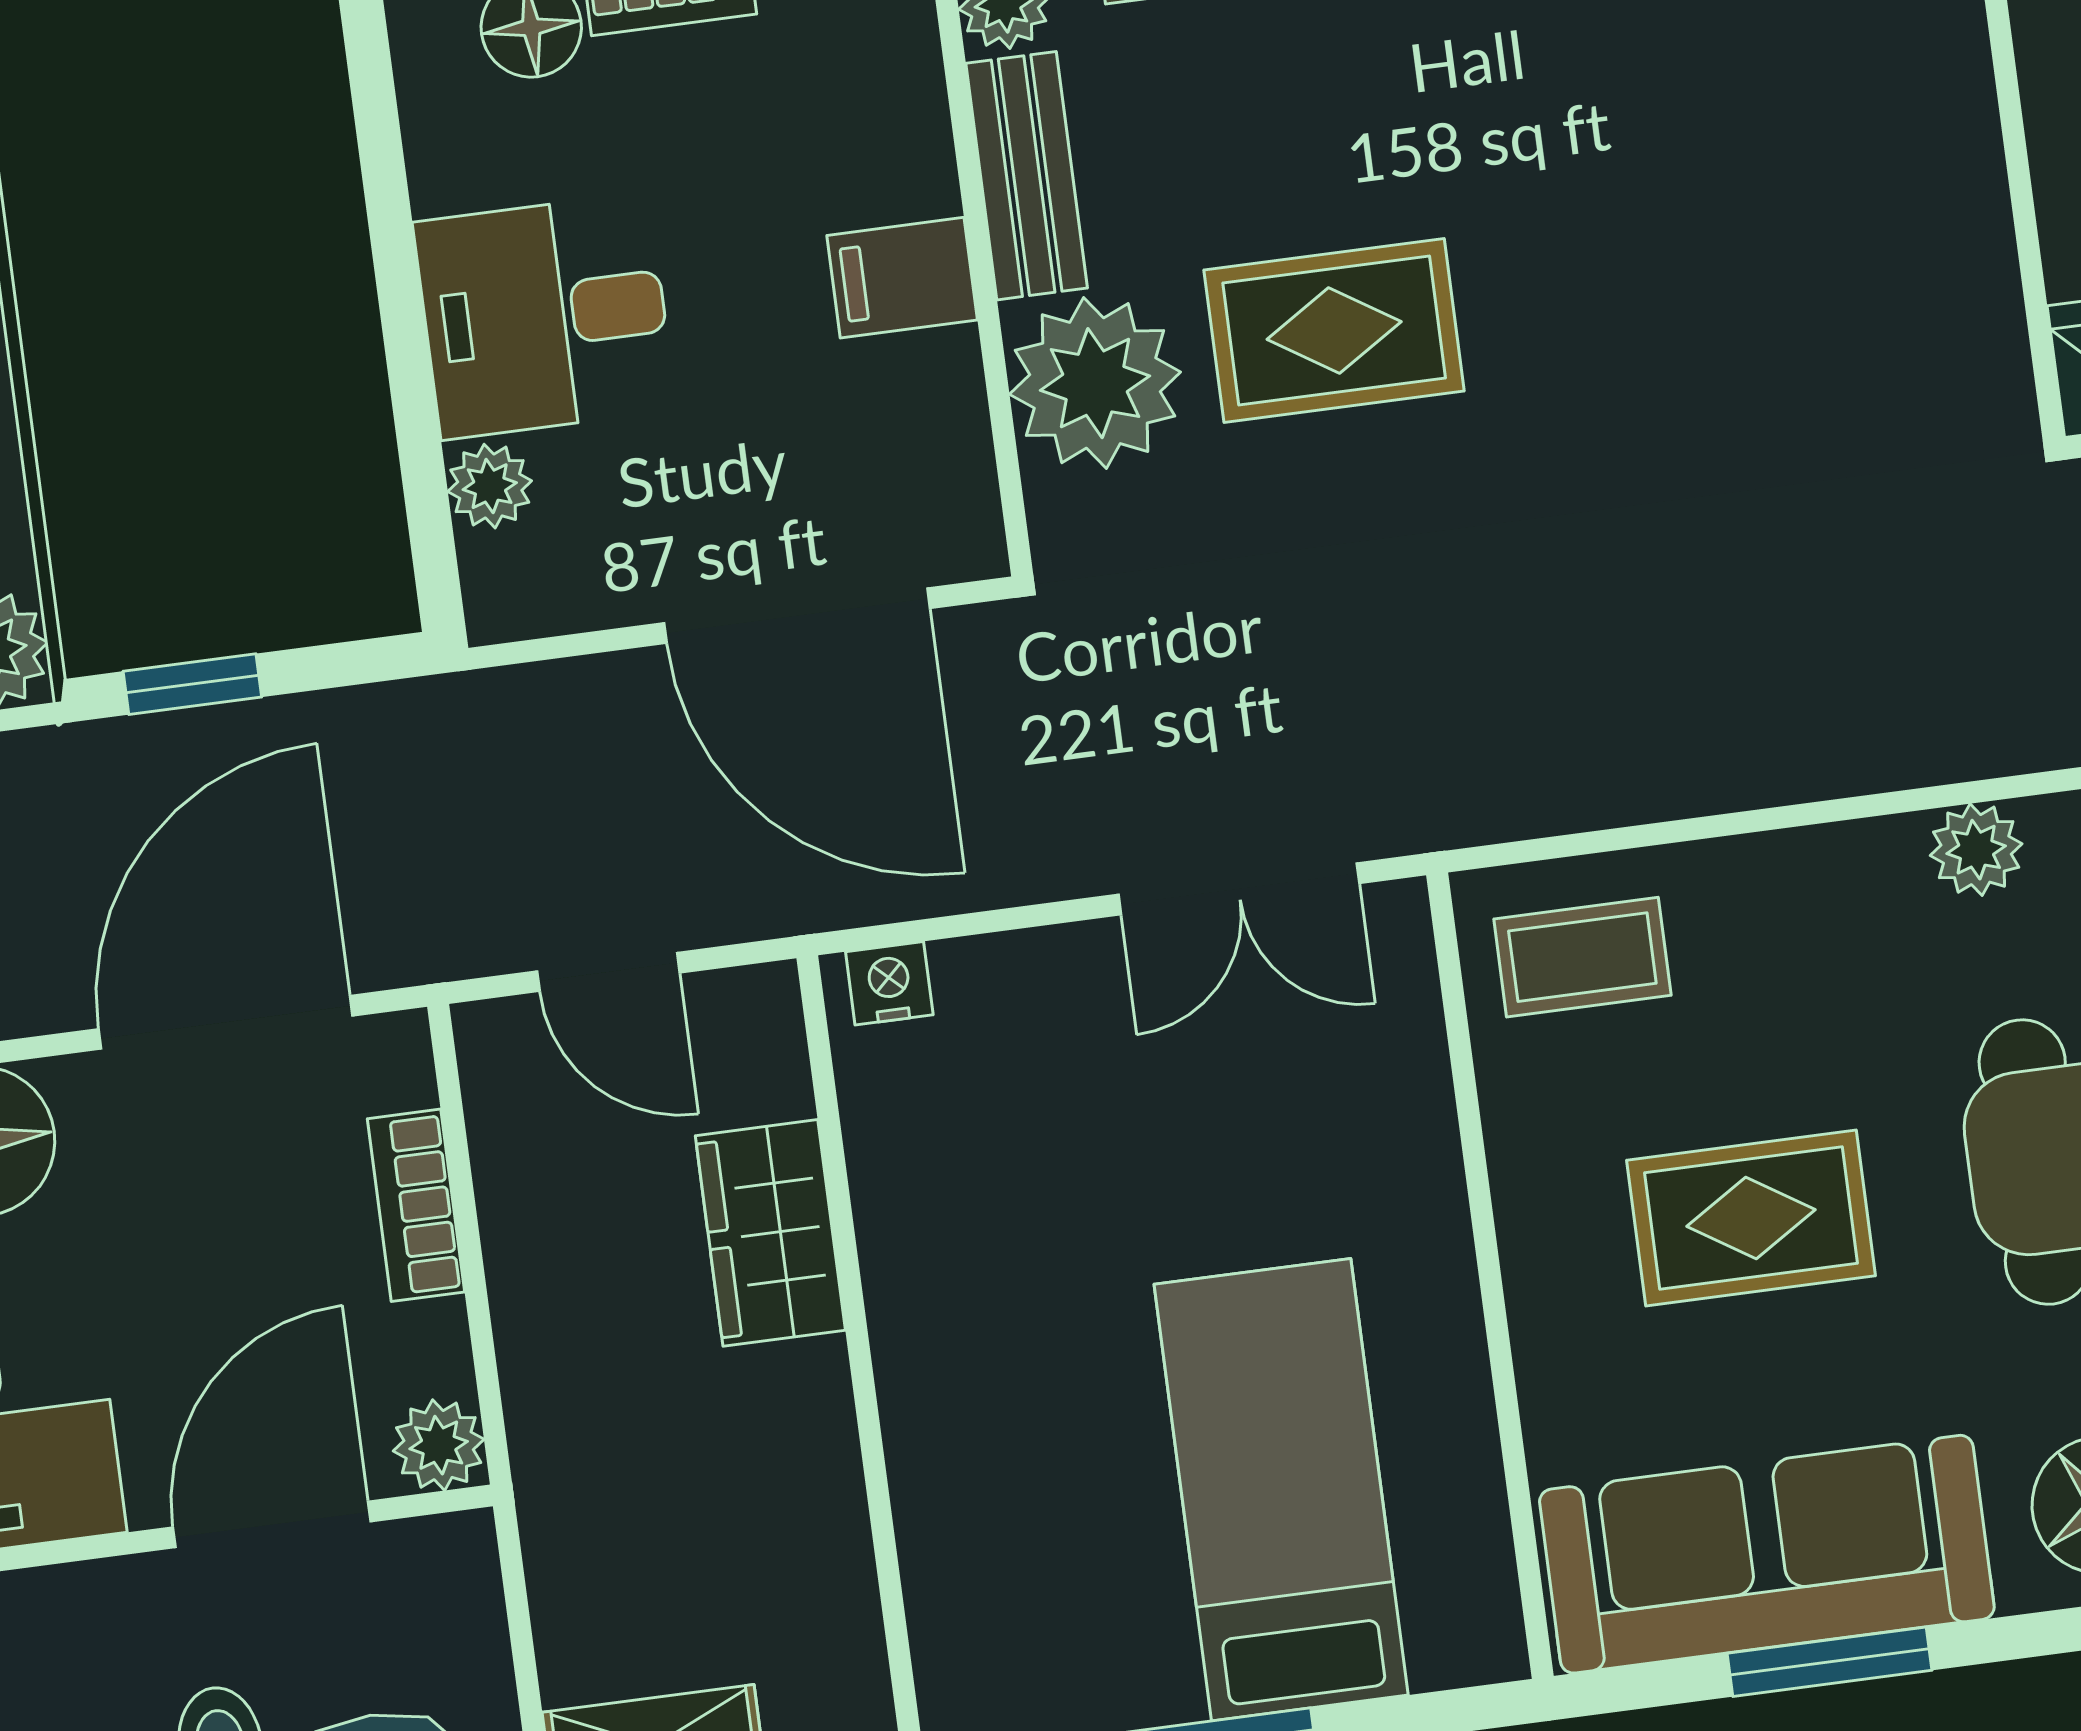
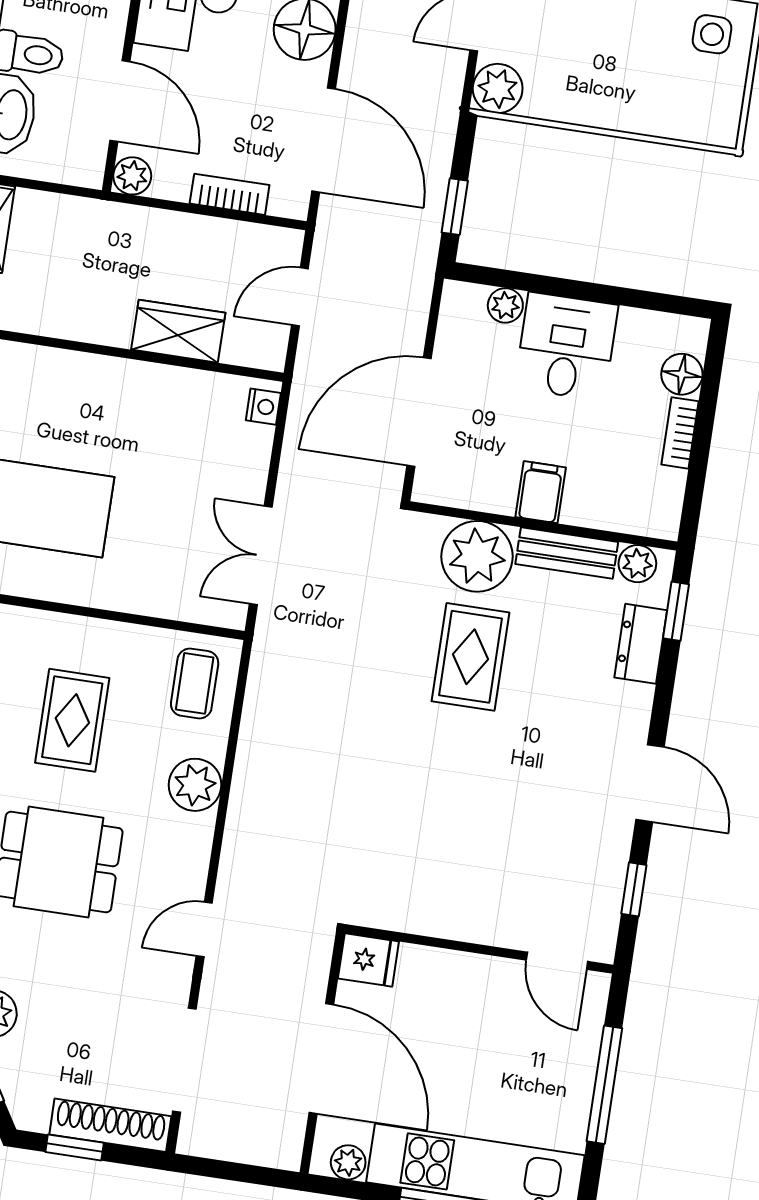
window: (192, 684) -> (455, 207), moved
plant: (1976, 850) -> (195, 785), moved, width x1.38, depth x1.38

